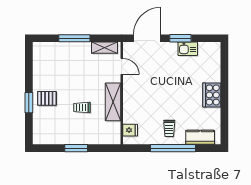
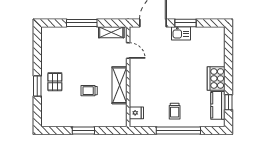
kitchen sink: (188, 49) -> (181, 33), moved
pallet: (47, 98) -> (55, 82), turned 90
window: (224, 119) -> (229, 102), added
kitchen counter: (200, 137) -> (218, 105), moved, turned -90

